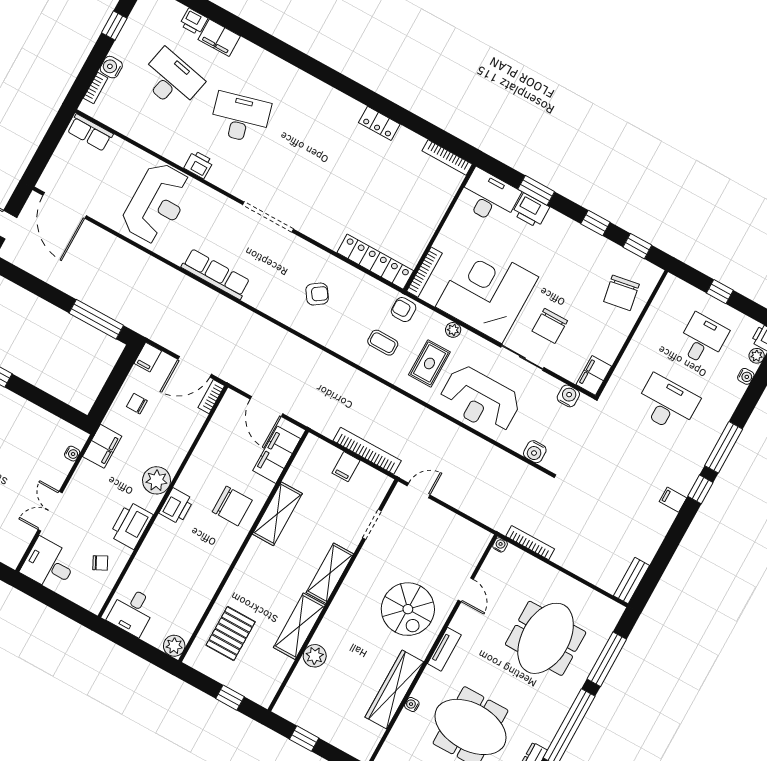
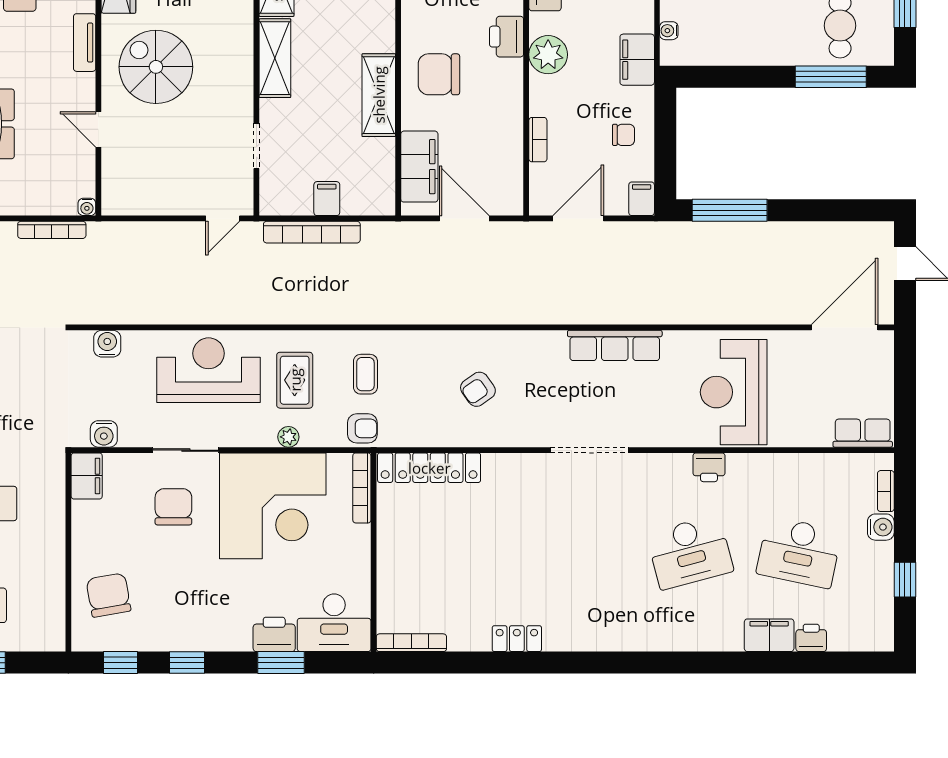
door: (65, 205) -> (845, 327), hinge flipped
coffee table: (383, 343) -> (365, 374), turned 90
bookcase: (211, 397) -> (538, 140), moved

